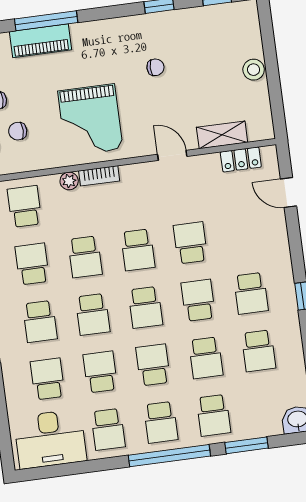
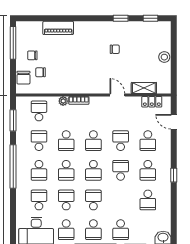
window: (46, 21) -> (62, 18), removed
grand piano: (90, 120) -> (78, 72), removed
school desk: (206, 358) -> (148, 141), moved

